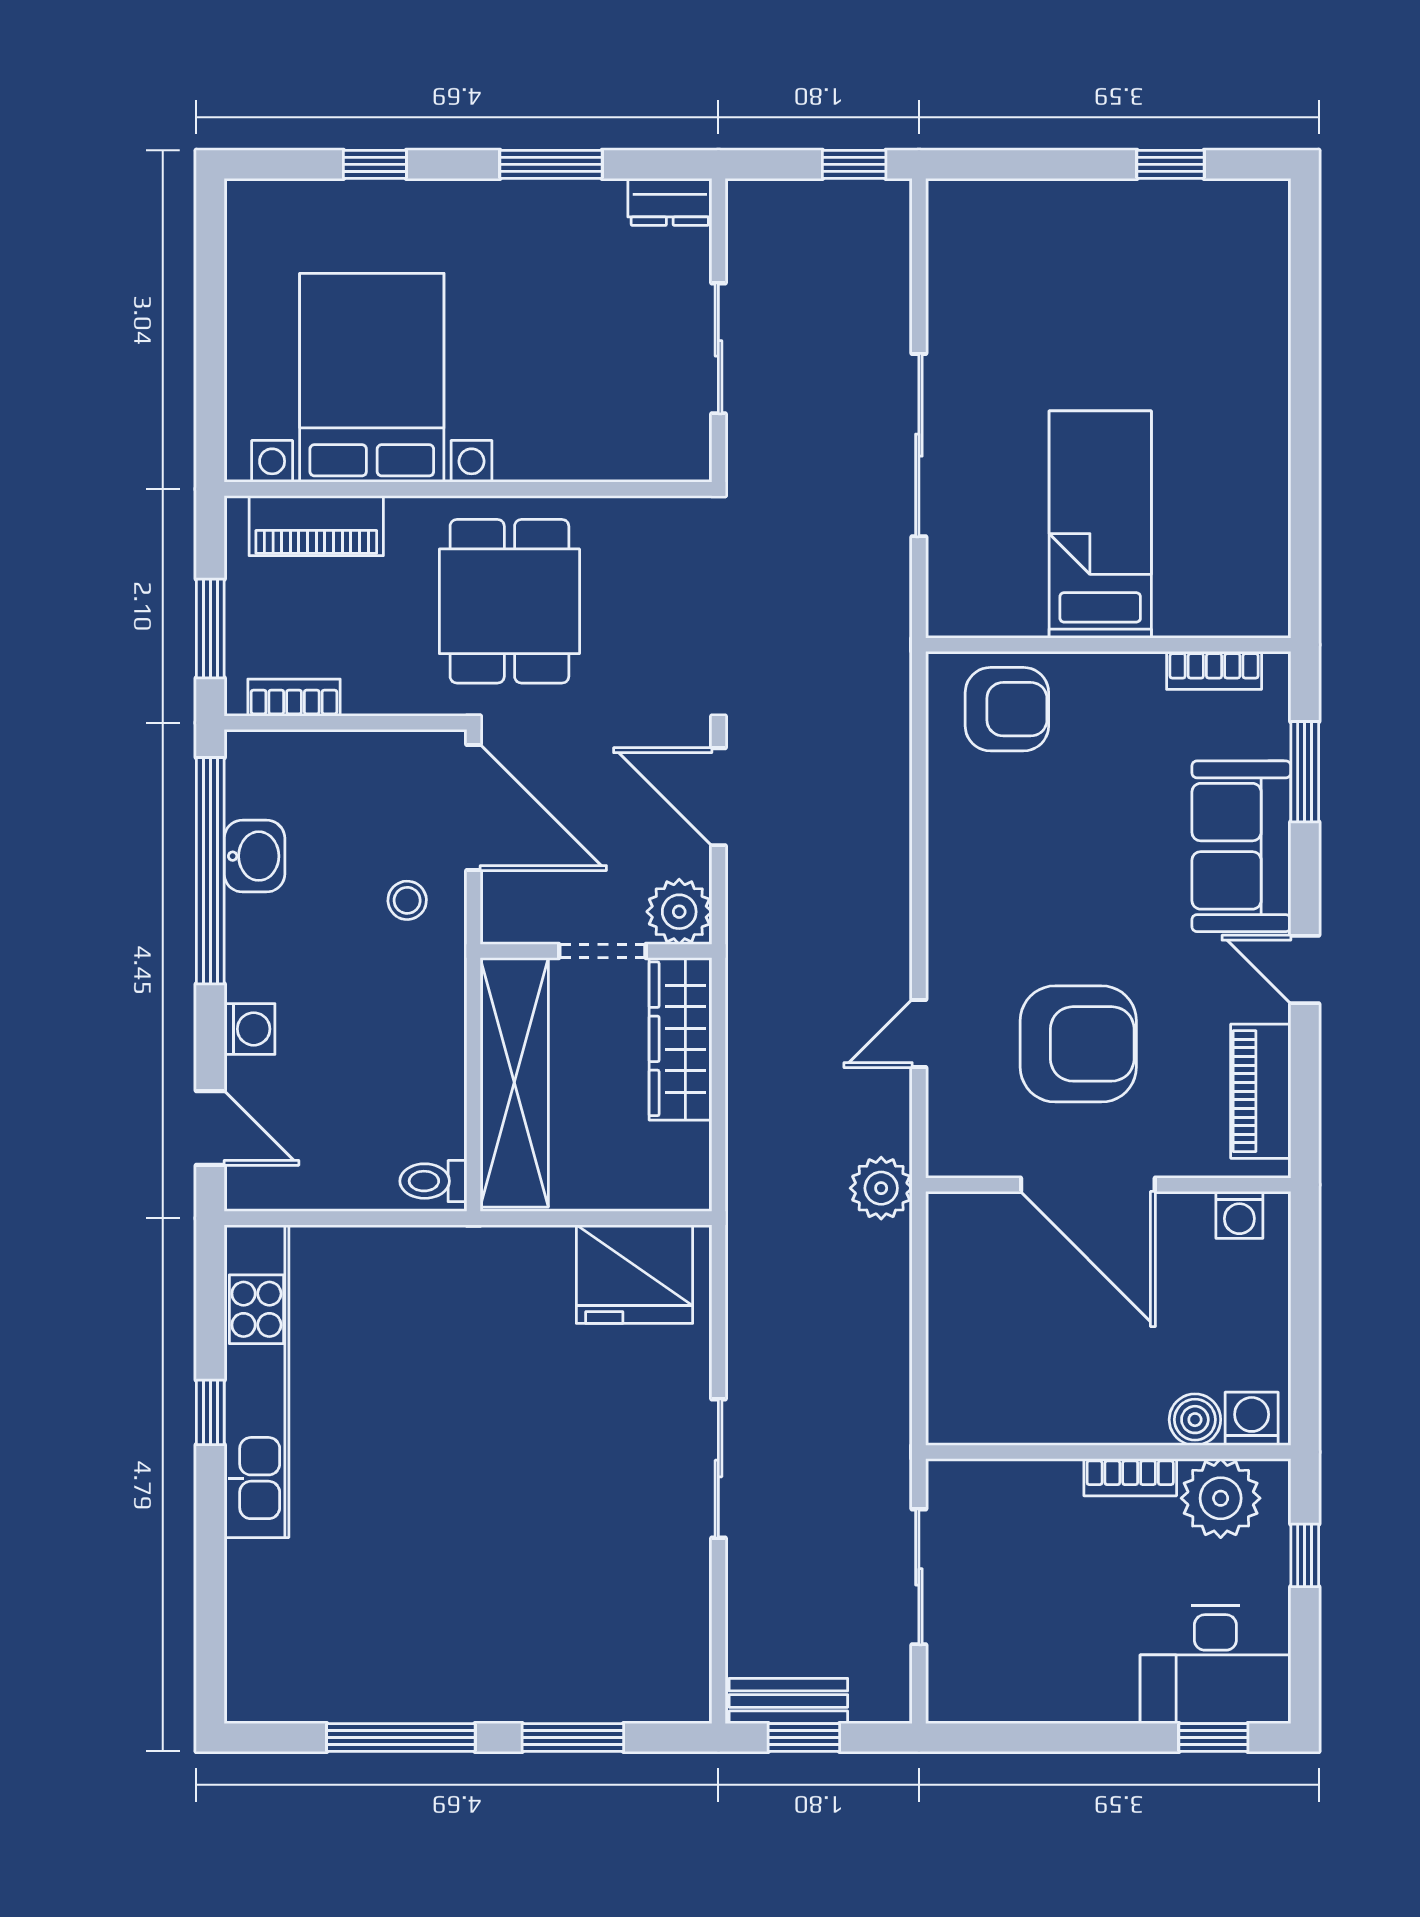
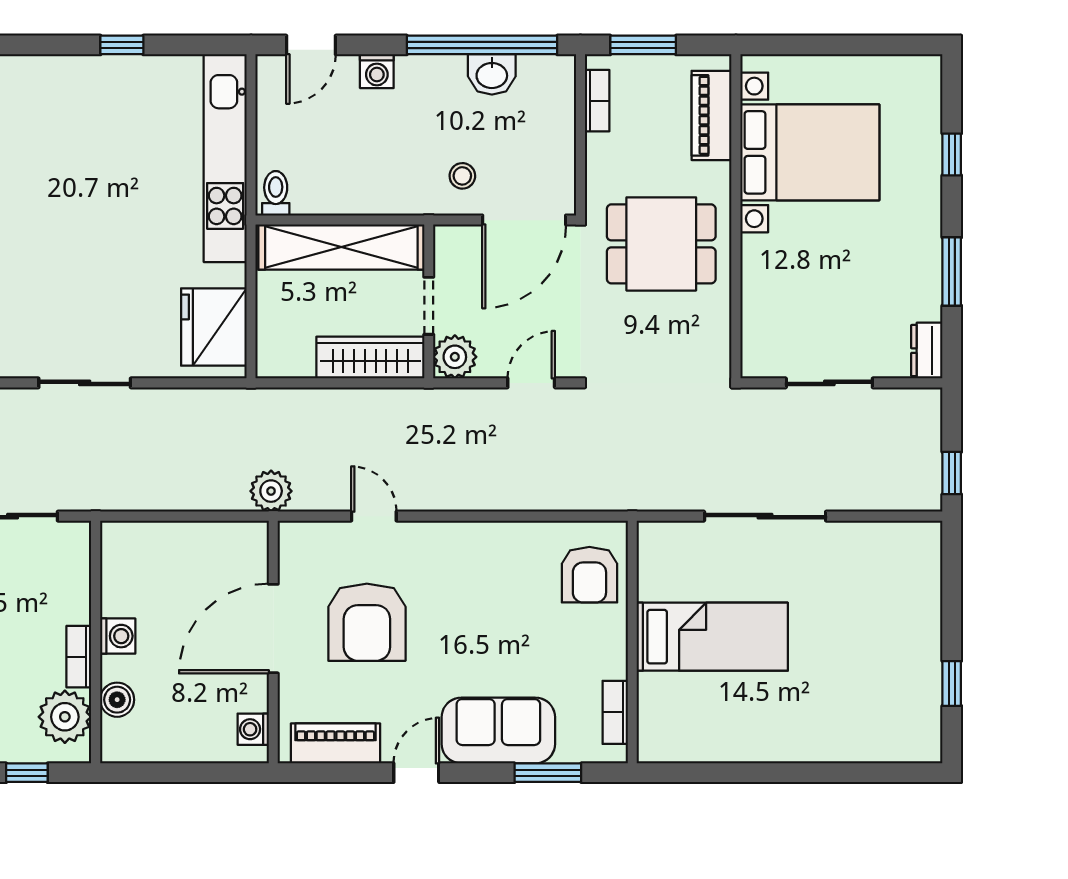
door: (718, 797) -> (531, 383), width x0.73
kitchen unit: (256, 1381) -> (225, 158), moved, turned 90
washing machine: (1252, 1419) -> (118, 636), moved

